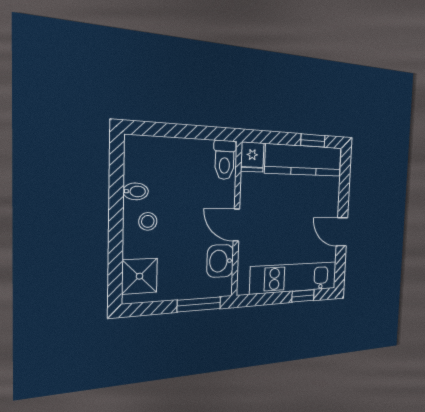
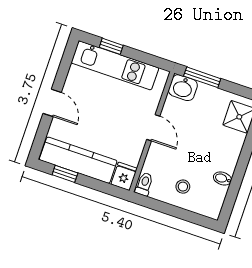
toilet: (225, 160) -> (144, 184), width x0.73, depth x0.72
stool: (148, 221) -> (183, 187), moved
door: (342, 232) -> (52, 103), moved
washbasin: (220, 261) -> (183, 88), moved, turned 90

